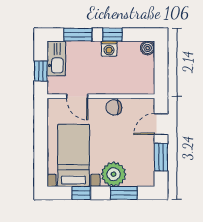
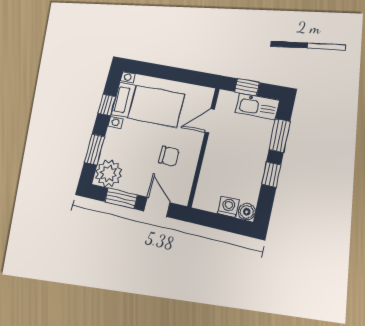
washing machine: (109, 49) -> (228, 207), moved, turned 90
chair: (114, 107) -> (169, 156), moved, turned 90
plant: (114, 174) -> (109, 174), moved

